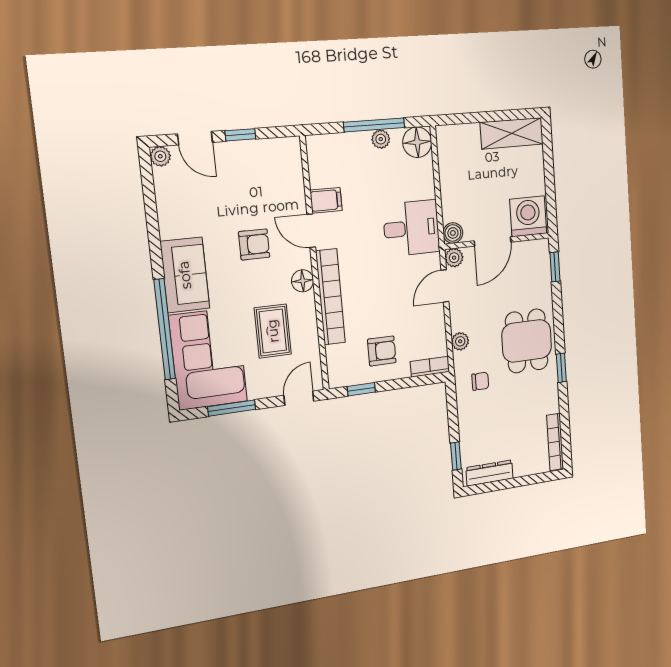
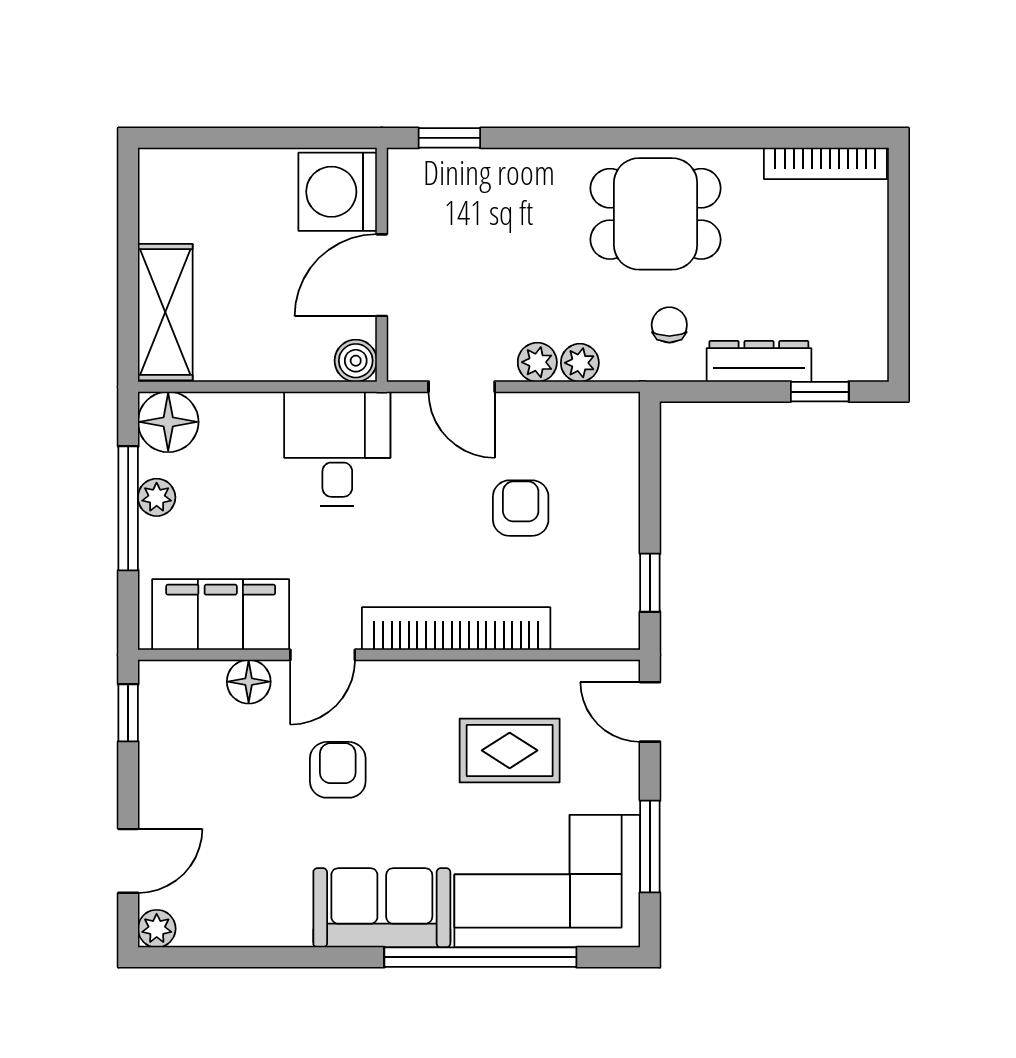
shelving: (512, 133) -> (165, 312), moved
window: (240, 135) -> (128, 713), moved
filing cabinet: (326, 200) -> (221, 615), width x3.00, depth x1.17
door: (493, 241) -> (382, 275), swing flipped
plant: (454, 258) -> (537, 362), moved
floor lamp: (303, 281) -> (249, 682), moved
dining table: (527, 341) -> (656, 214), moved
armchair: (382, 351) -> (521, 508), moved
bookcase: (430, 367) -> (624, 433), removed
window: (561, 368) -> (666, 138), removed
dresser: (490, 473) -> (759, 361), moved, turned 90

